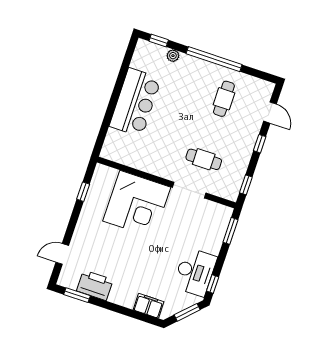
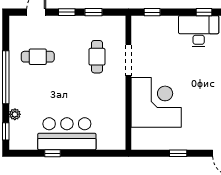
window: (120, 81) -> (53, 153), added
window: (246, 185) -> (93, 12), moved
window: (83, 192) -> (178, 153), moved
window: (230, 231) -> (152, 12), width x0.67

